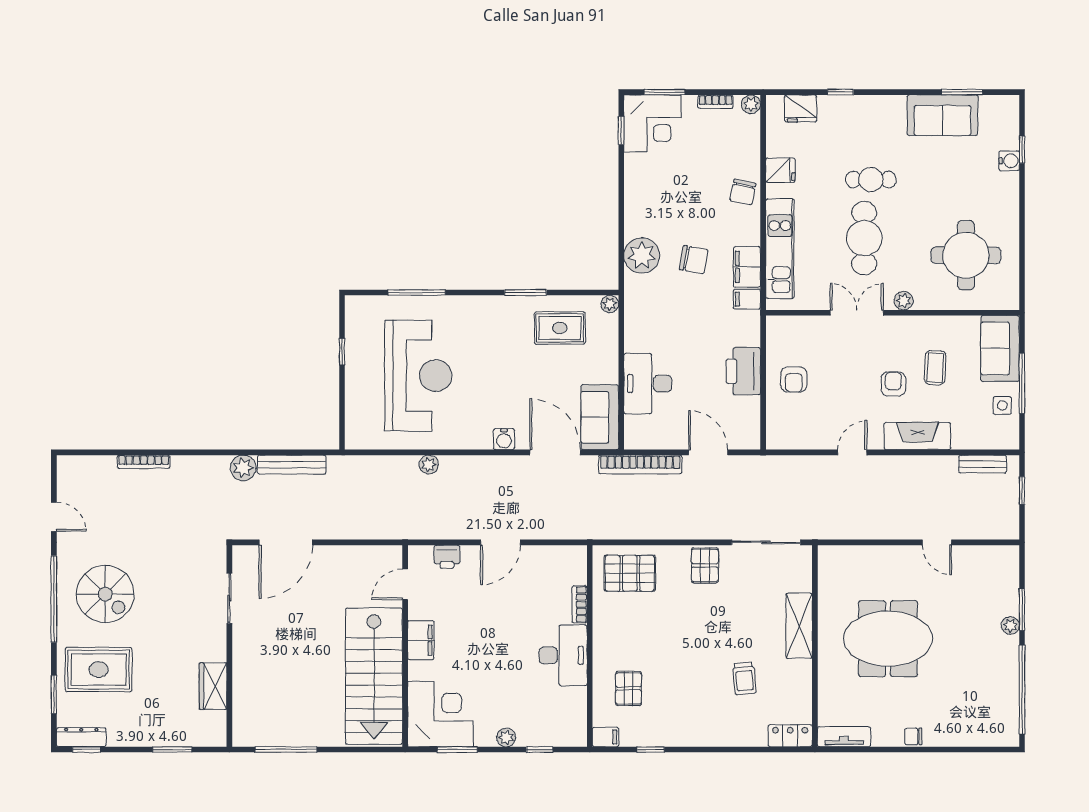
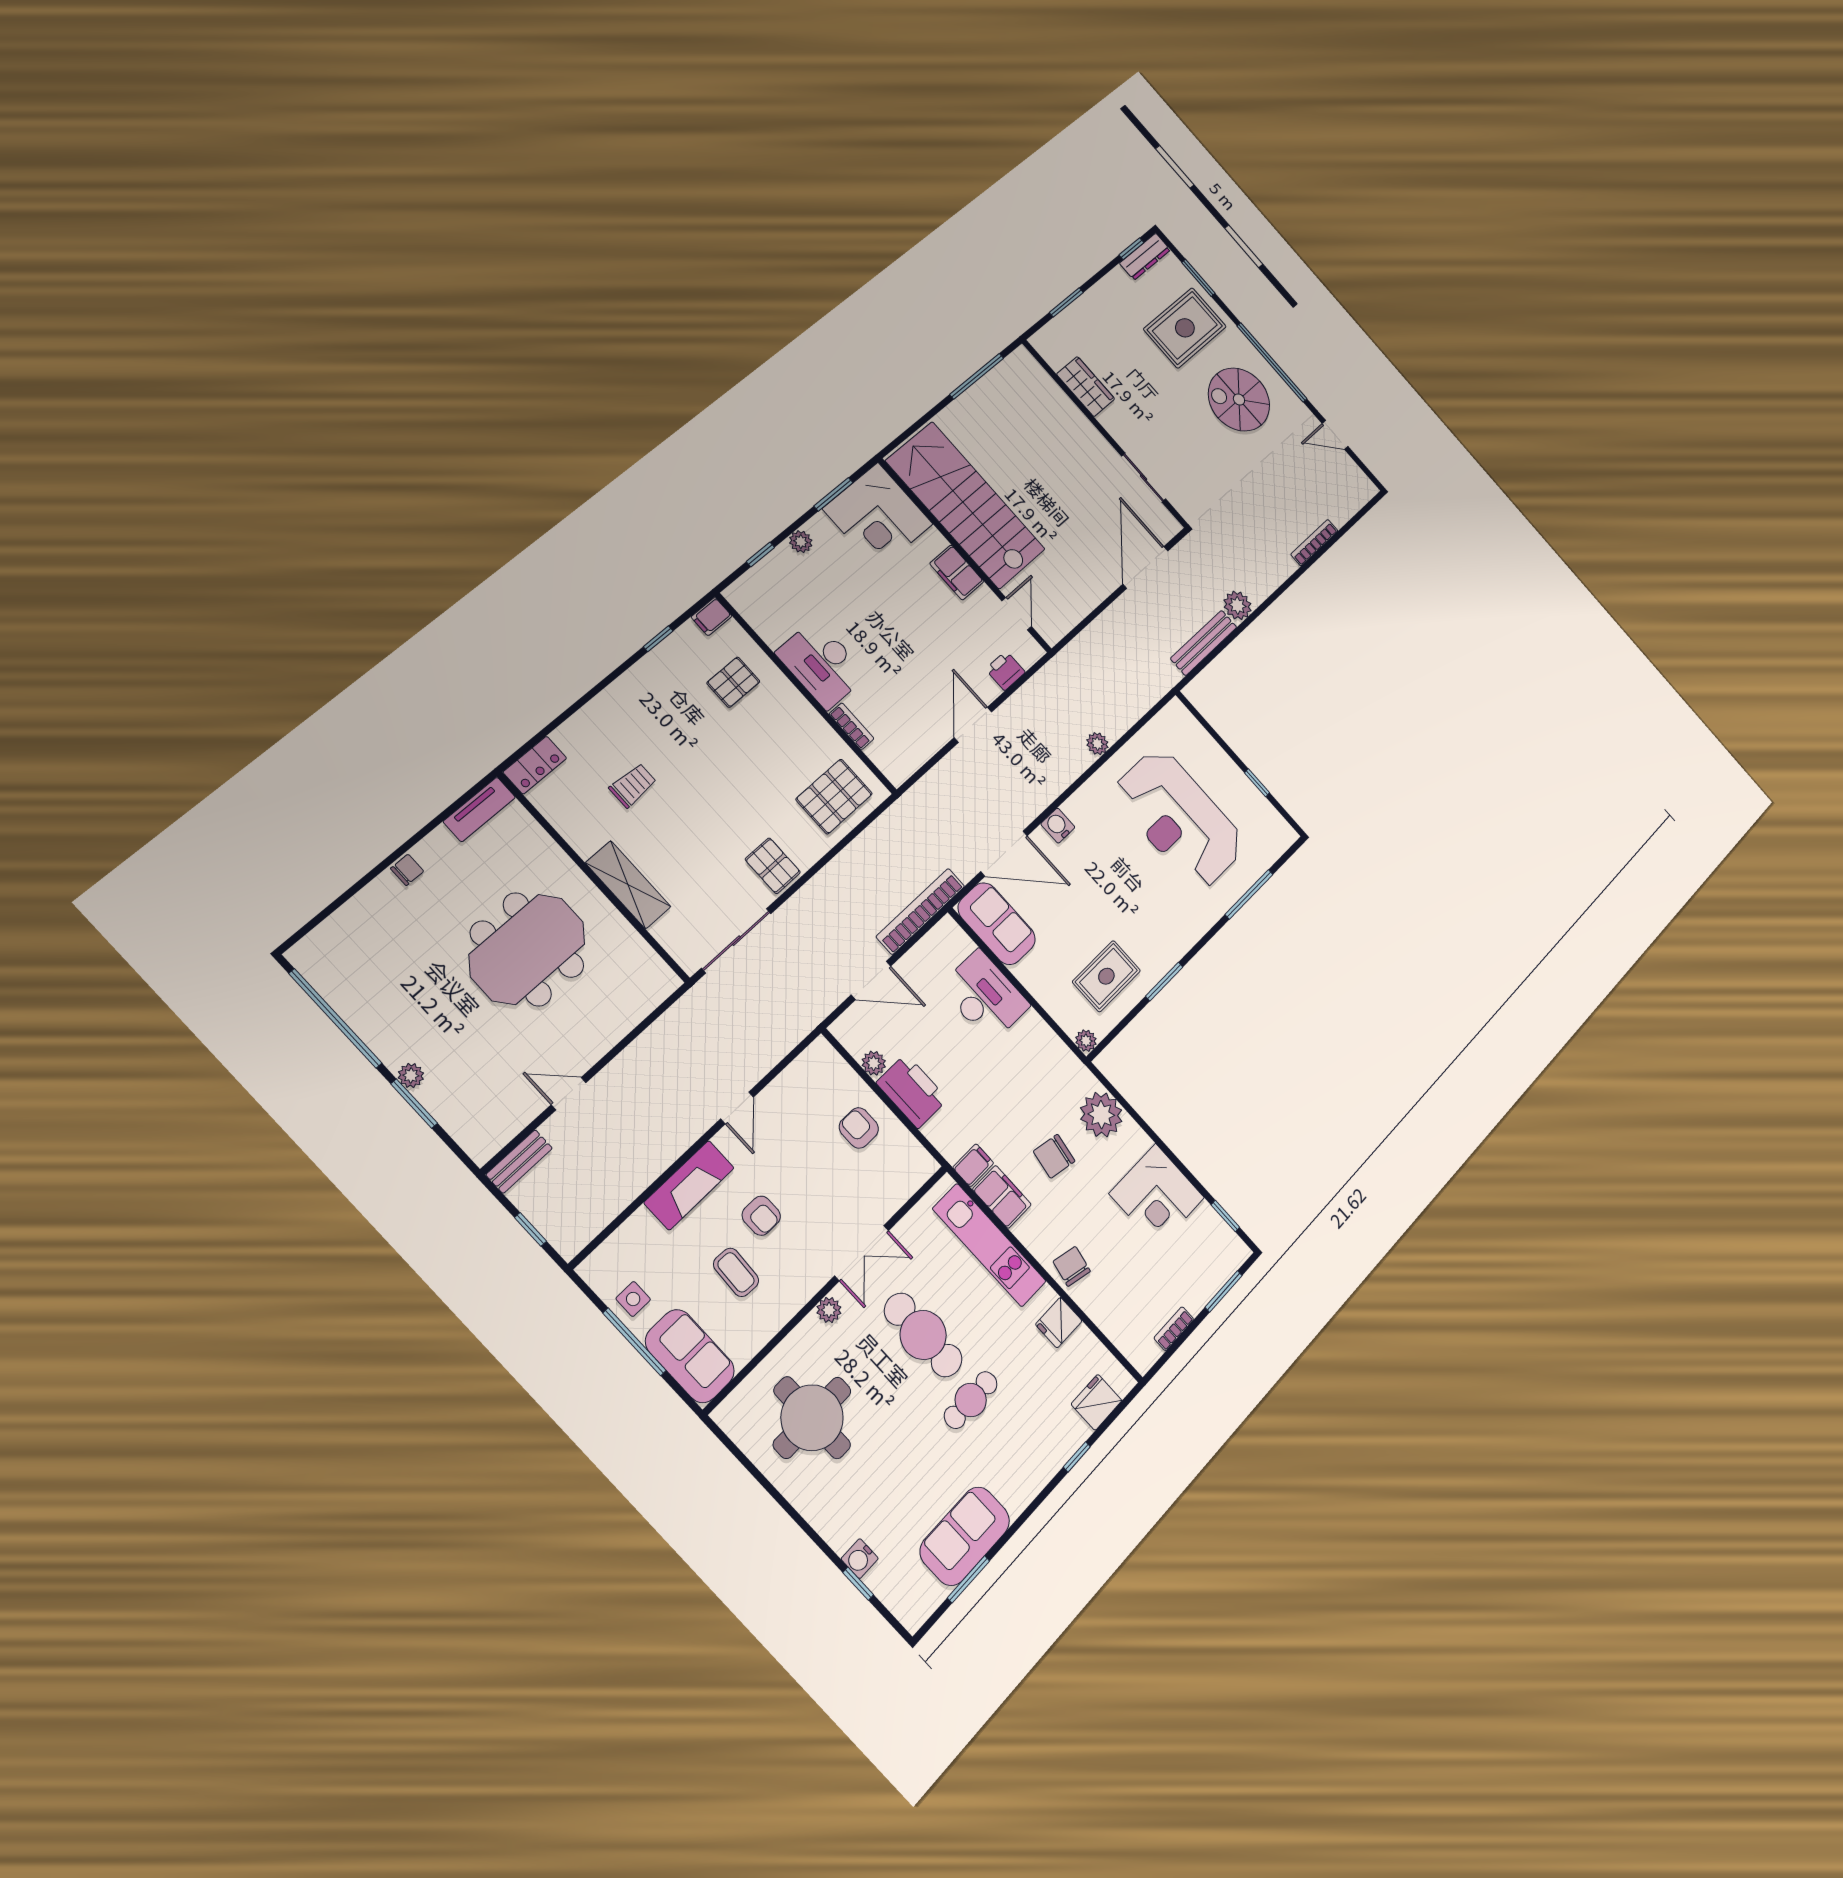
plant: (751, 104) -> (874, 1063), moved
corner desk: (653, 123) -> (1157, 1196), moved, turned -90
bench: (983, 464) -> (519, 1161), moved
trolley: (744, 678) -> (633, 785), turned 95
pallet: (629, 688) -> (733, 682), turned 90

